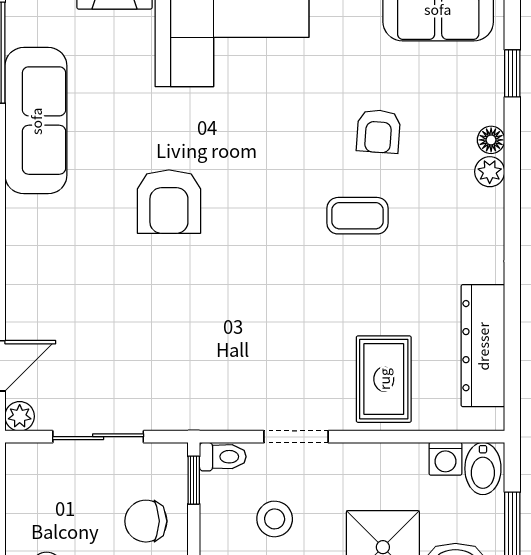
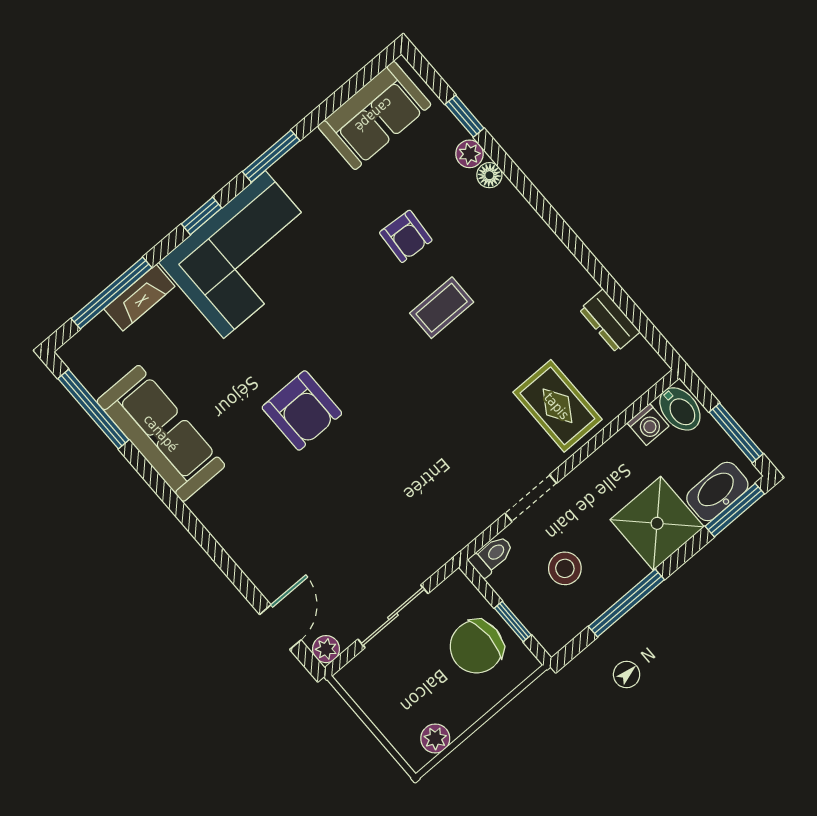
plant: (490, 172) -> (469, 154), moved
dresser: (483, 346) -> (610, 321), width x0.51, depth x0.80
window: (194, 480) -> (513, 621), moved
chair: (146, 521) -> (476, 647), width x1.37, depth x1.37

